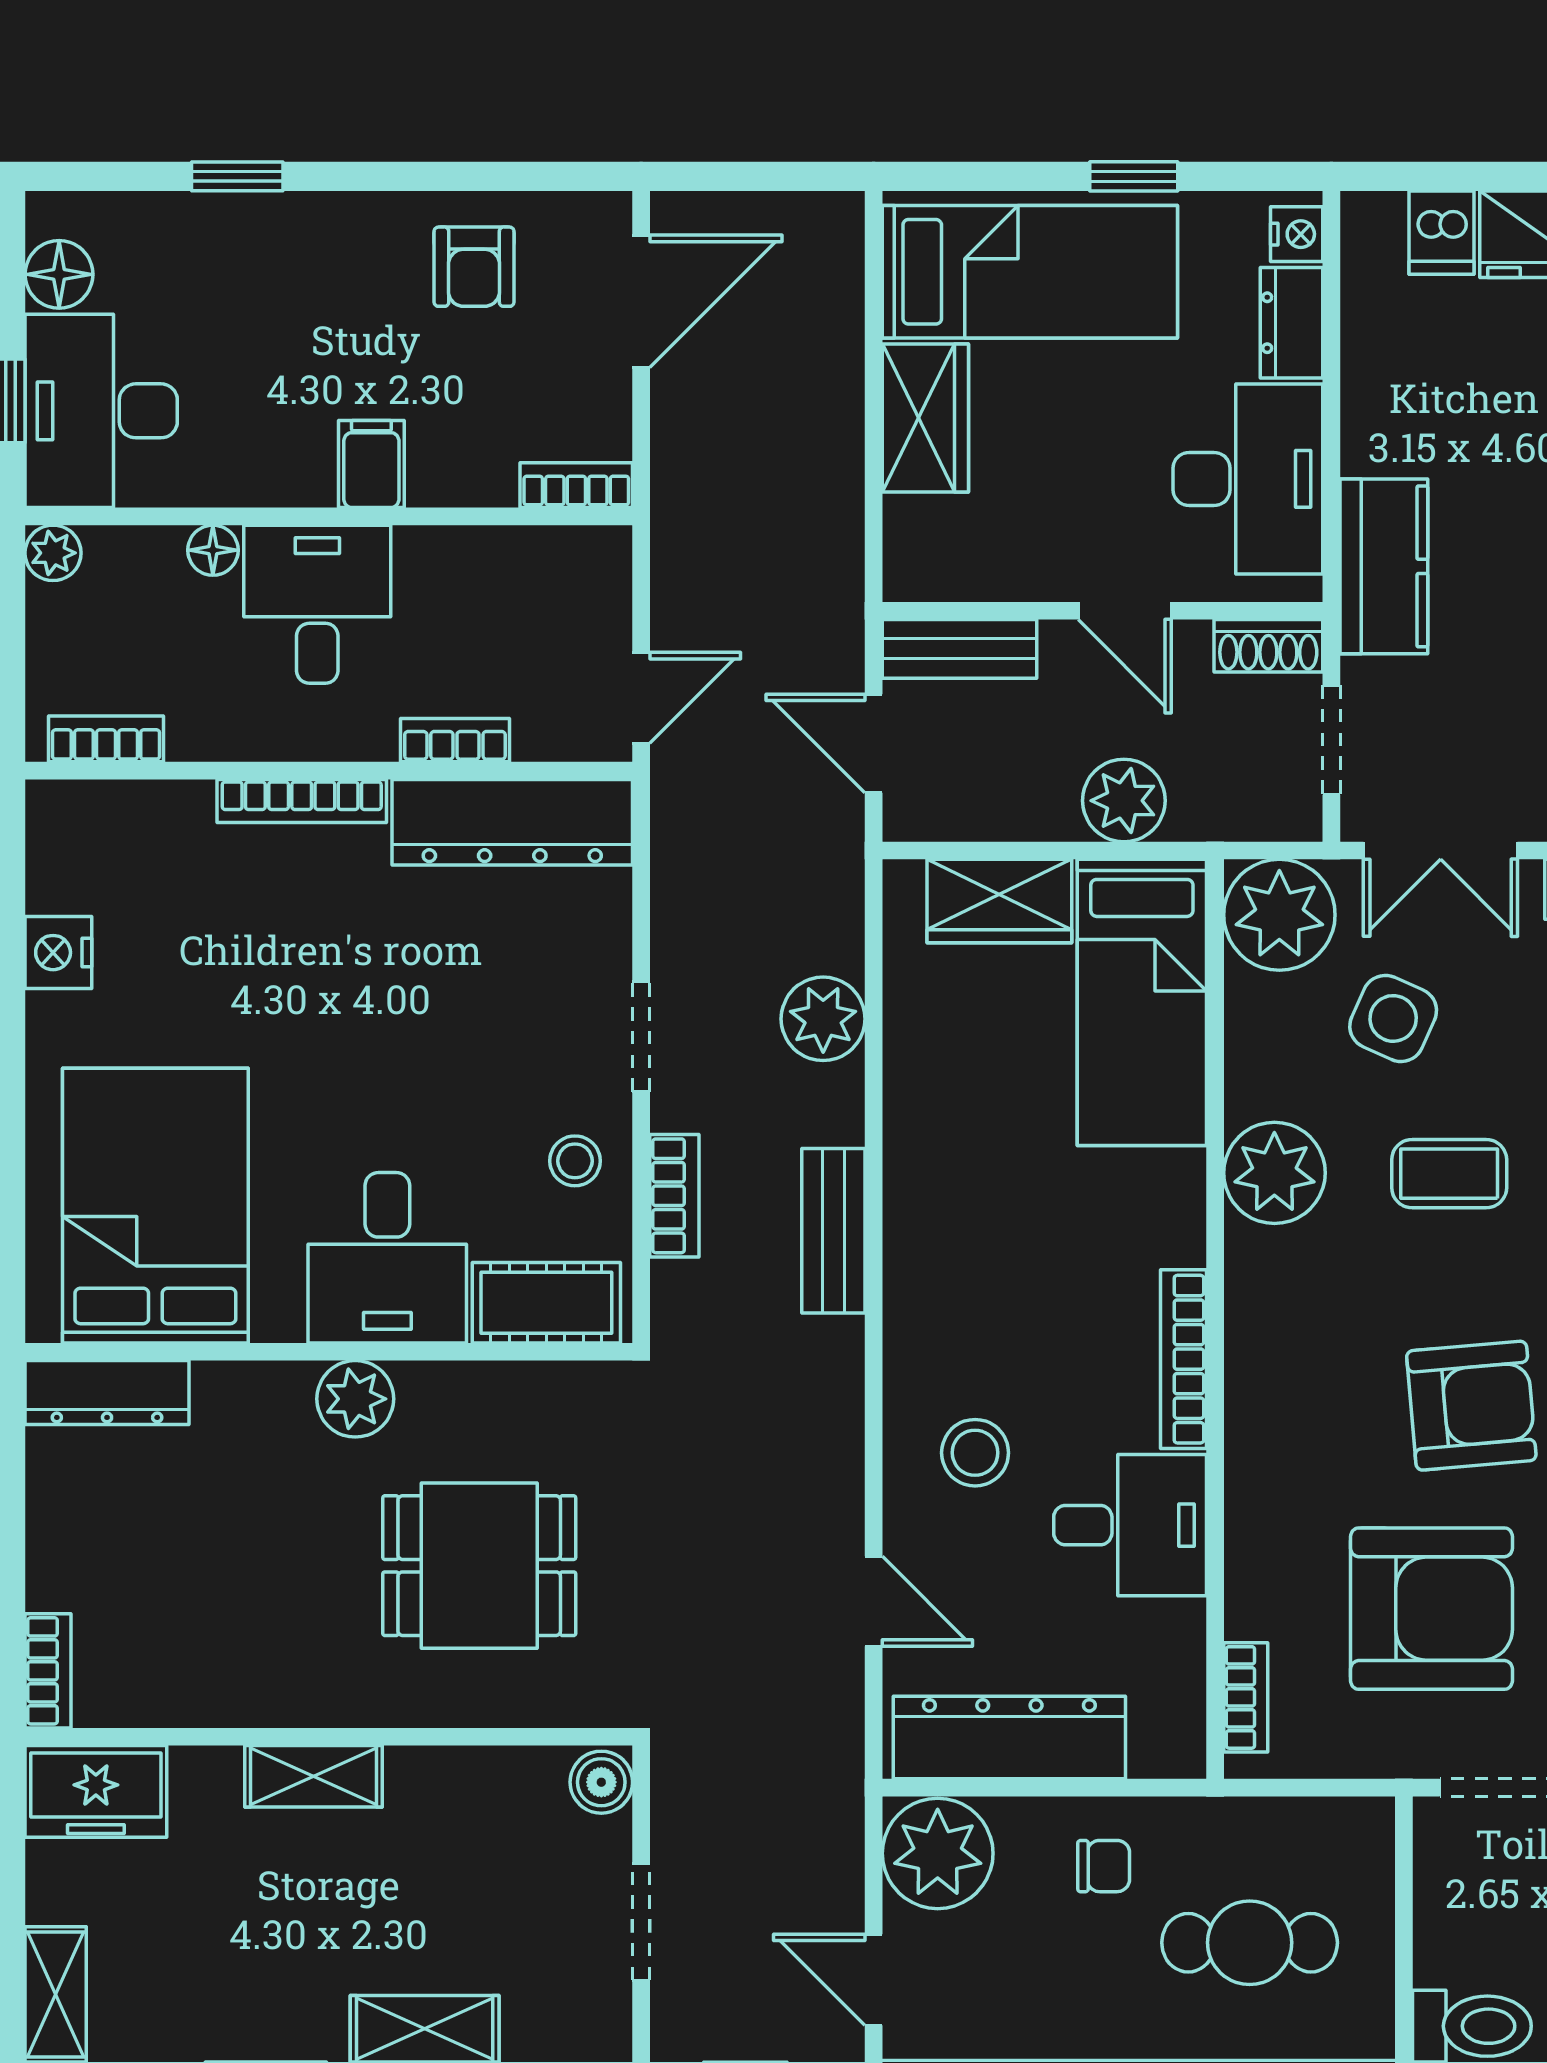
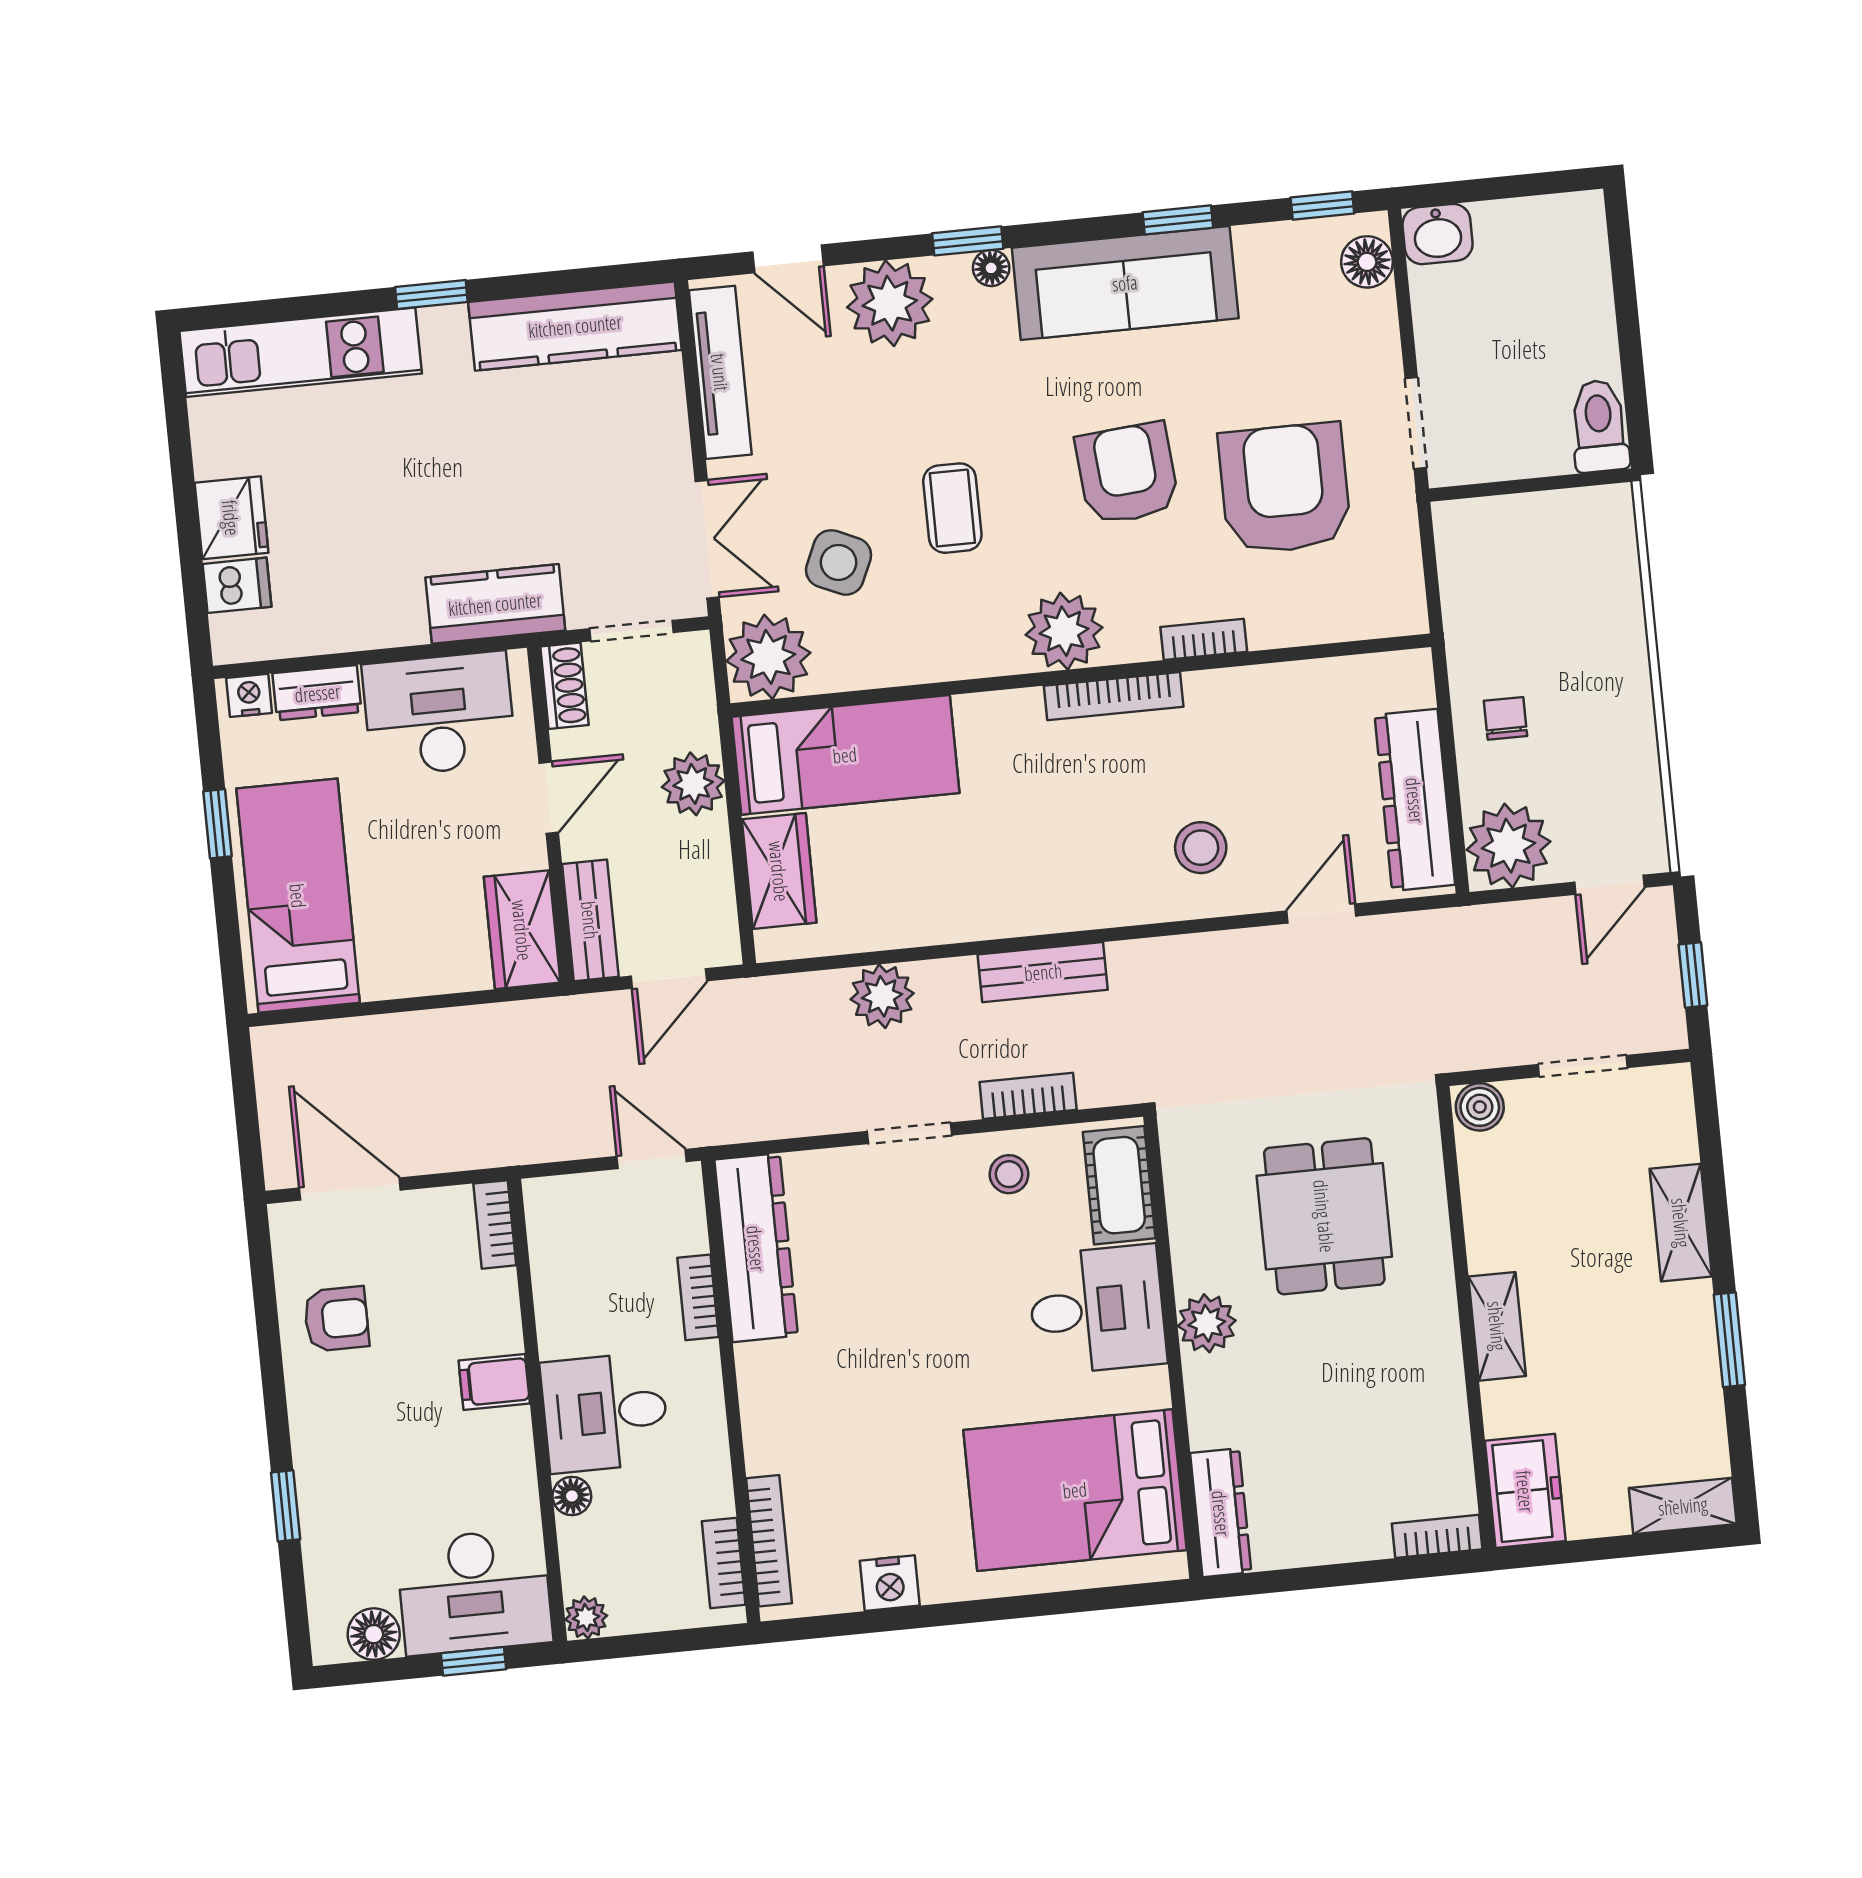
wardrobe: (925, 418) -> (522, 930), moved, turned -90
bookcase: (302, 801) -> (769, 1541), moved
plant: (1274, 1173) -> (1064, 631), moved
desk: (1130, 1525) -> (1244, 724), removed
bookcase: (1246, 1697) -> (1204, 639), moved
cafe table: (1250, 1943) -> (1553, 601), removed

